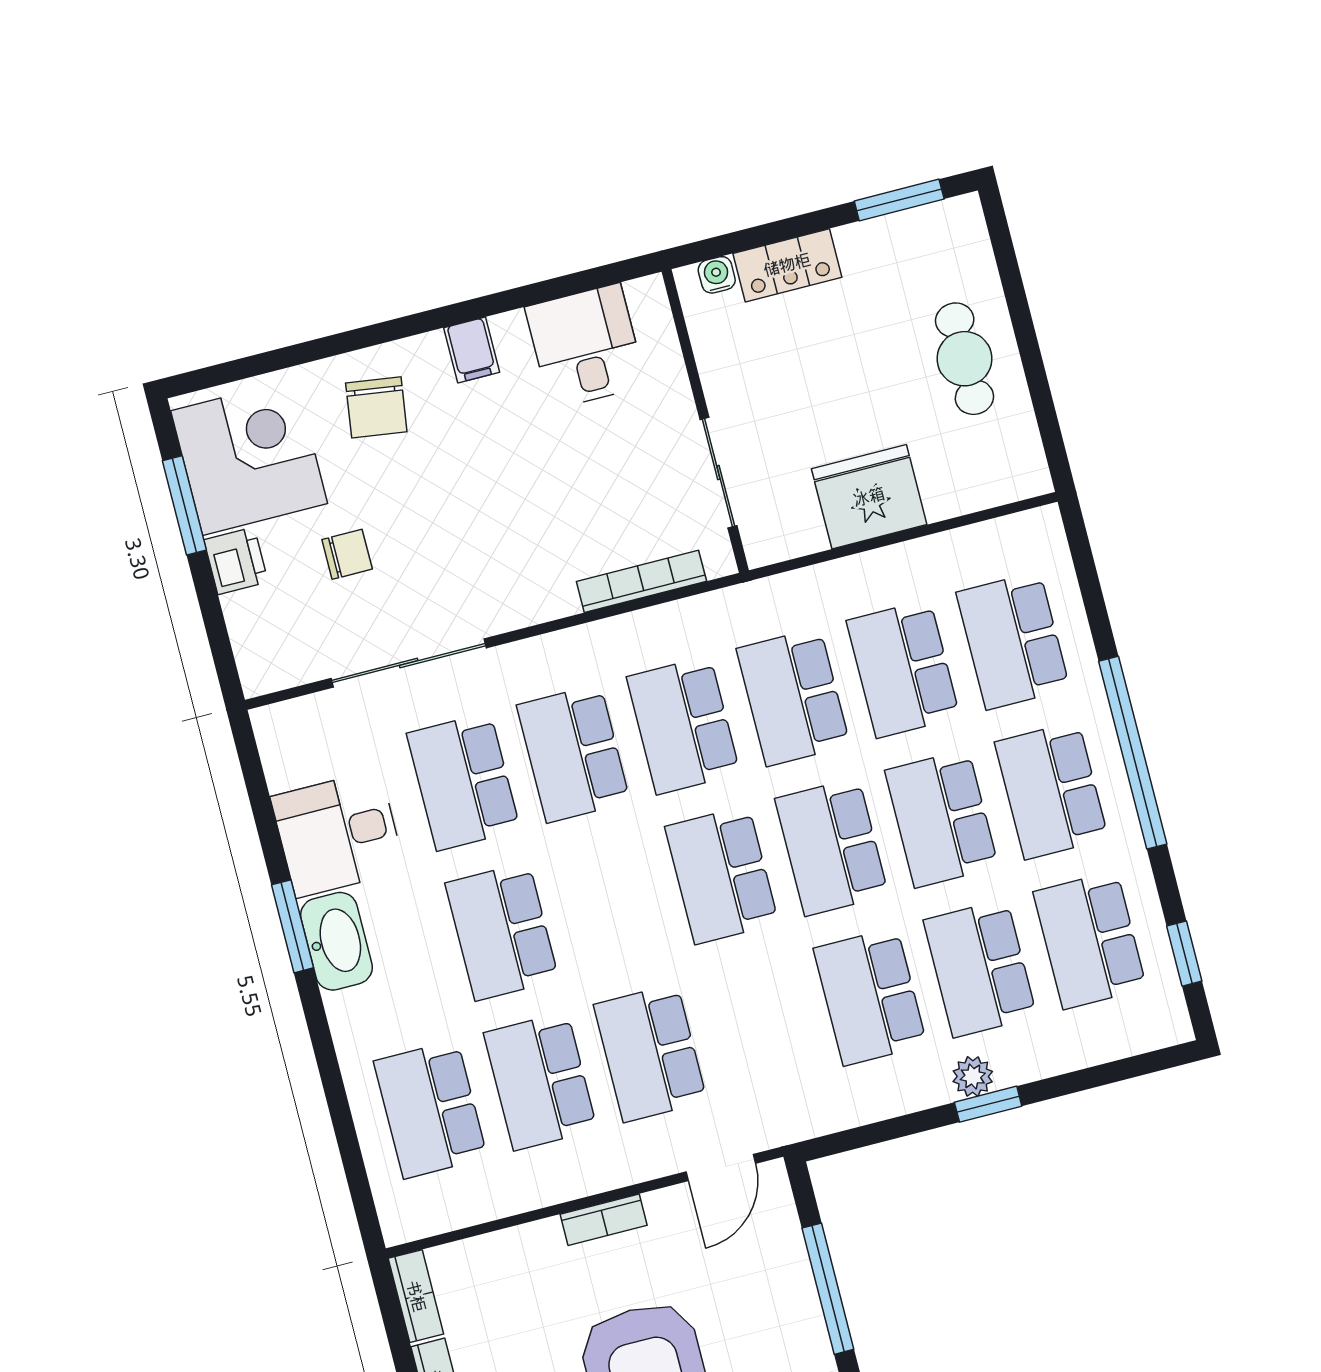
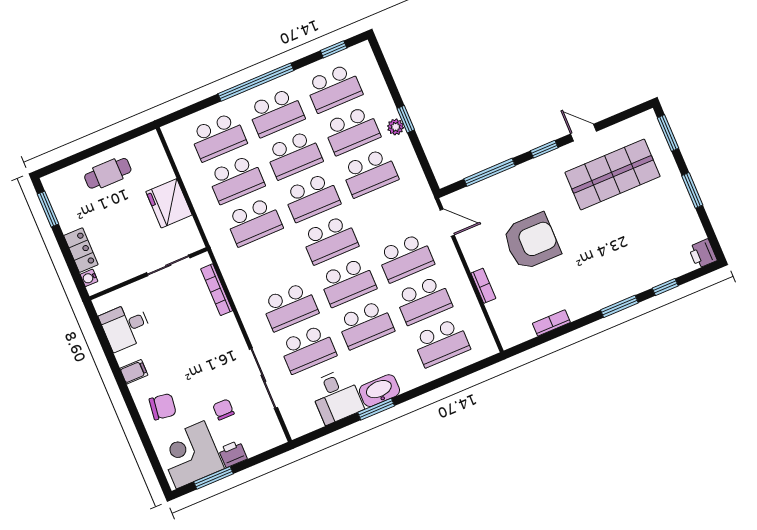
school desk: (683, 725) -> (348, 282), moved
bookcase: (604, 1220) -> (483, 286), moved
bookcase: (416, 1296) -> (517, 337), removed

